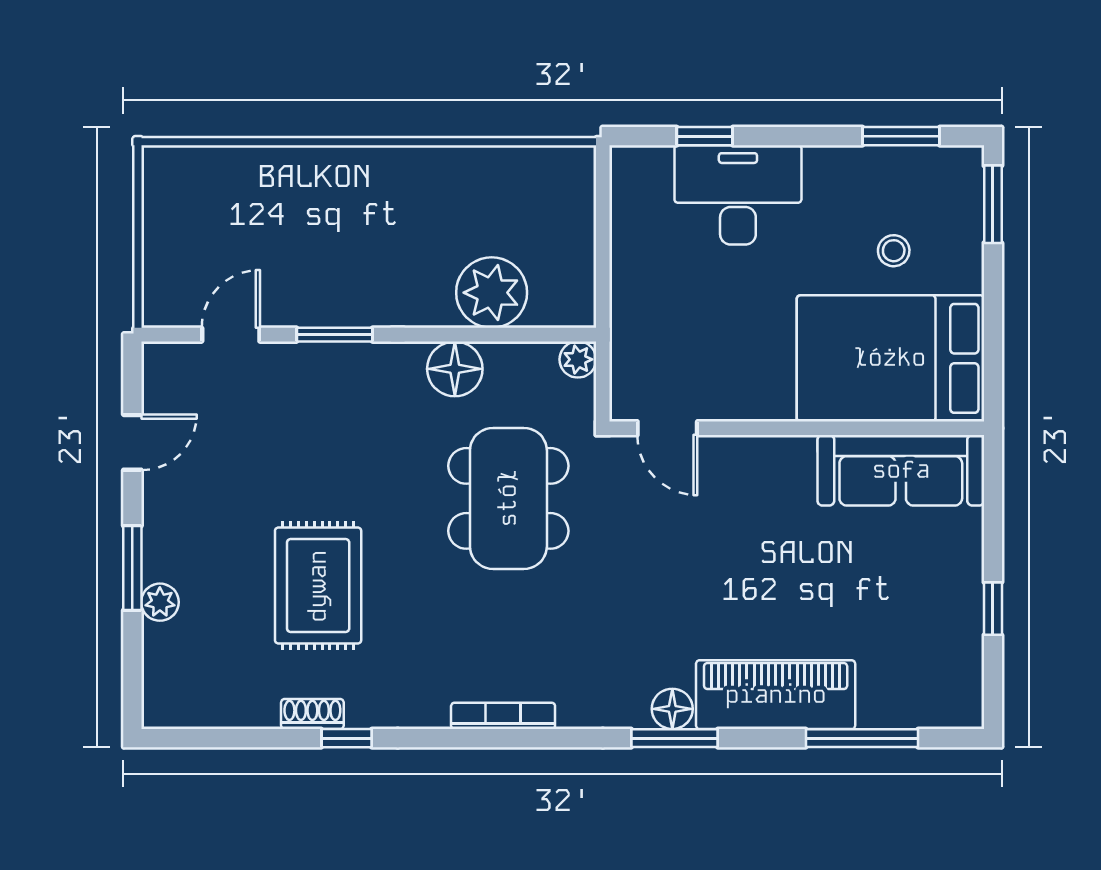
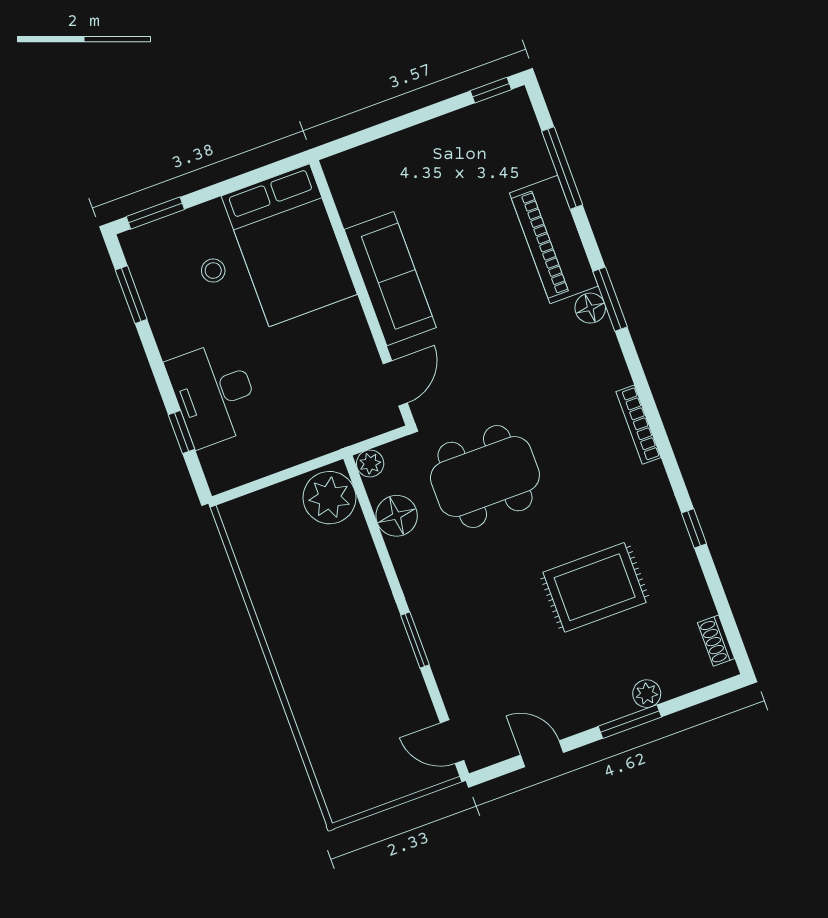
plant: (492, 293) -> (329, 498), moved
door: (231, 335) -> (452, 742), moved
floor lamp: (455, 369) -> (397, 516), moved
sofa: (901, 470) -> (390, 279), moved
window: (993, 609) -> (491, 90), moved
shoe rack: (312, 714) -> (716, 641), moved

